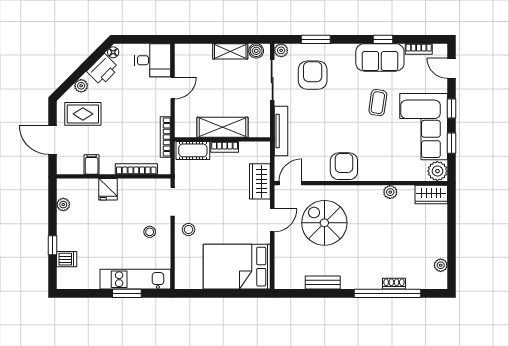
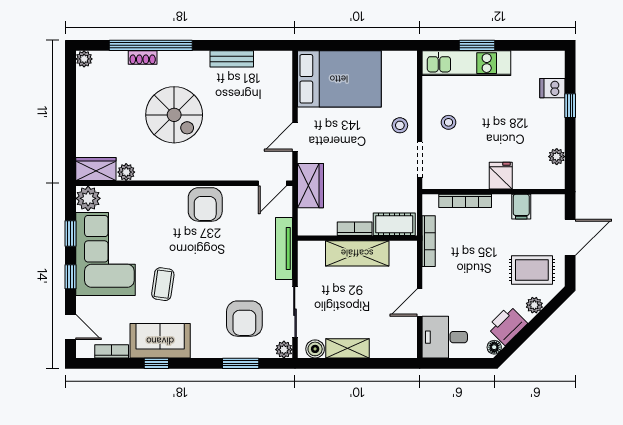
door: (52, 140) -> (570, 237), hinge flipped
plant: (390, 192) -> (126, 172), moved
spiral stairs: (324, 223) -> (174, 115), moved
plant: (441, 265) -> (84, 59), moved

